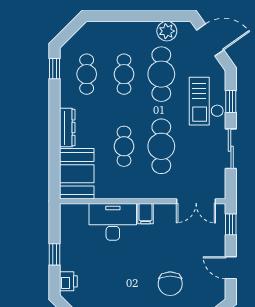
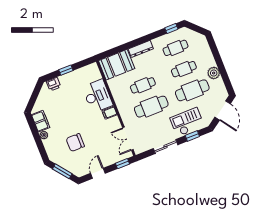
plant: (167, 31) -> (214, 73), moved

